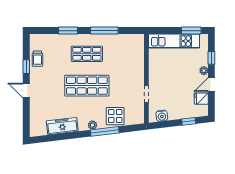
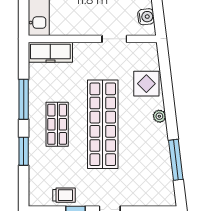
shop shelf: (87, 86) -> (103, 124), width x1.40
freezer: (62, 126) -> (50, 52), moved, turned -83
window: (105, 131) -> (176, 160), moved

